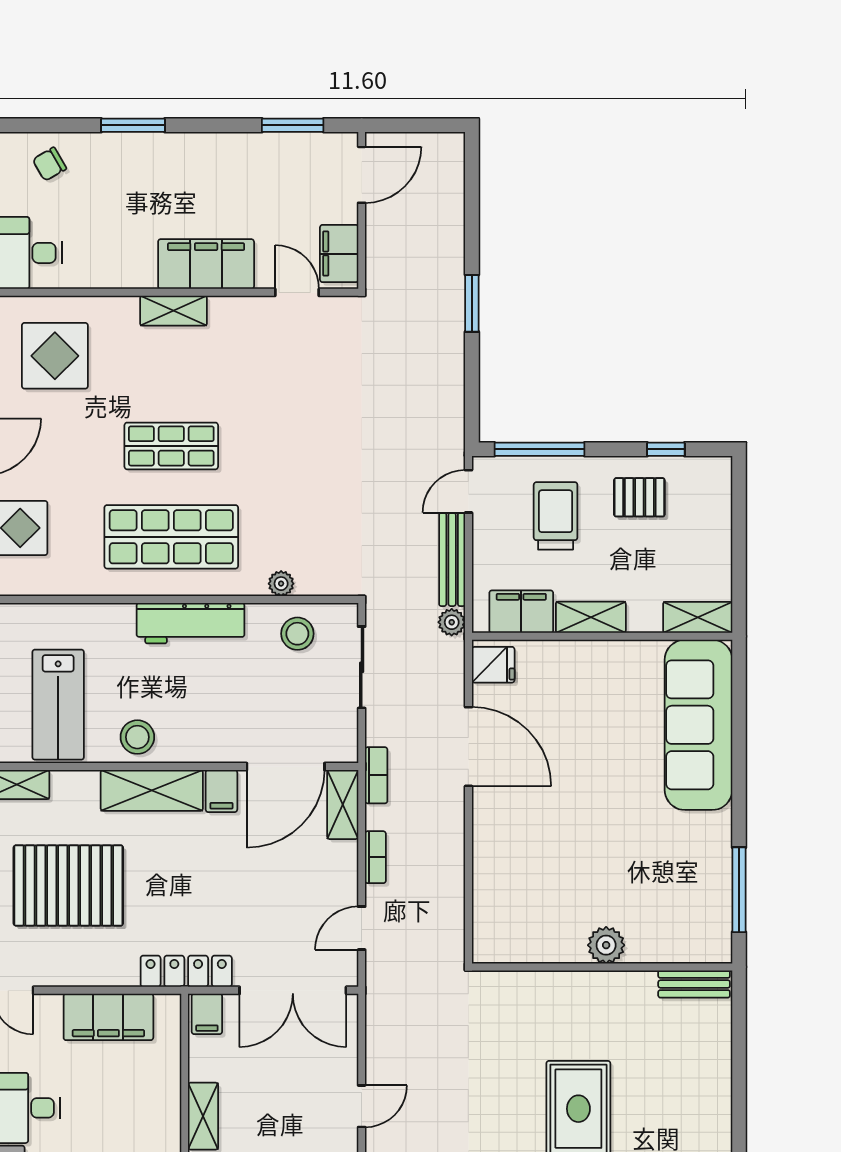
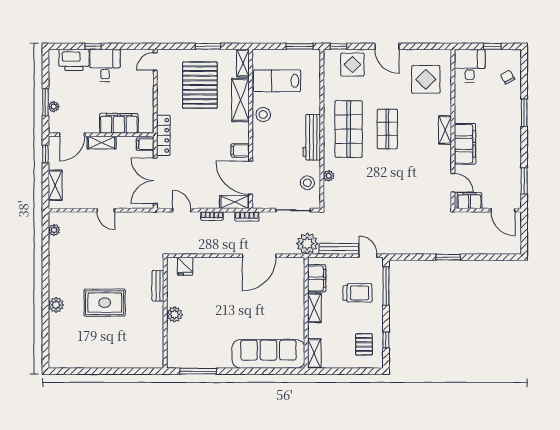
door: (297, 292) -> (453, 183), hinge flipped
pallet: (639, 497) -> (364, 344), moved
plant: (452, 622) -> (307, 244), width x1.88, depth x1.88
fridge: (493, 665) -> (185, 266), moved
shelving: (152, 790) -> (240, 100), moved
bench: (694, 984) -> (158, 286), moved
filing cabinet: (108, 1017) -> (119, 123), moved, turned 90

